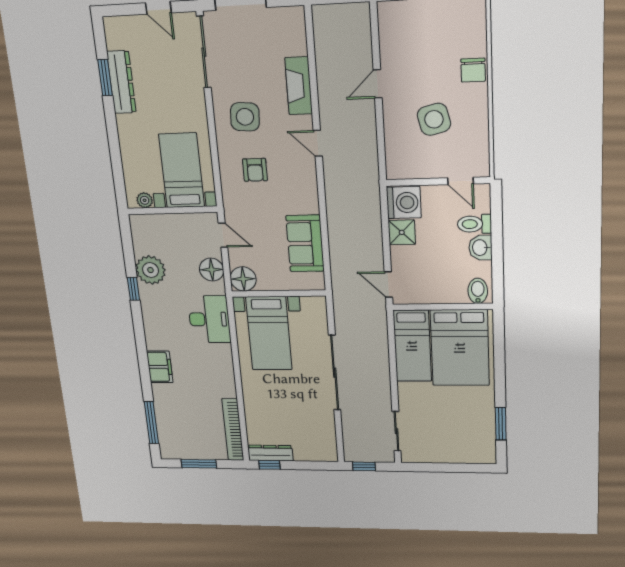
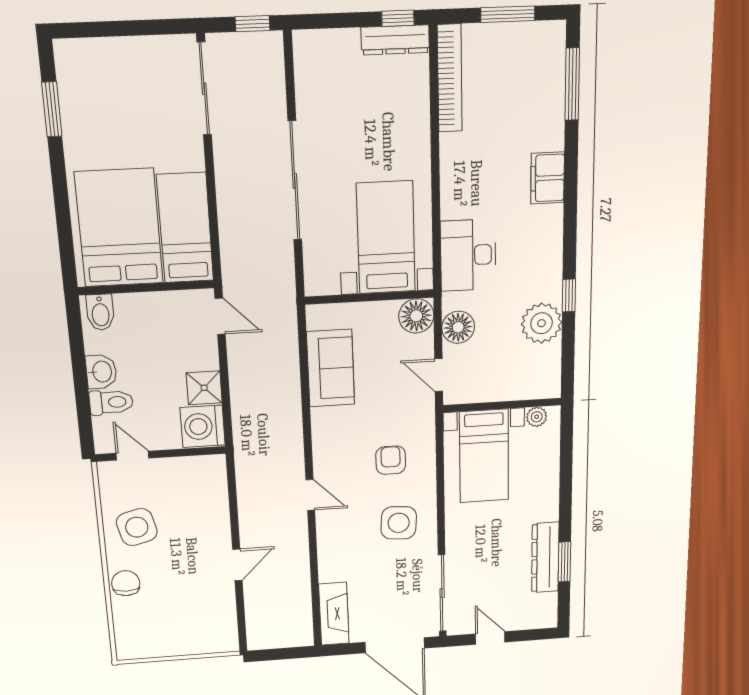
fireplace: (299, 86) -> (334, 614), moved
side table: (434, 119) -> (137, 527), moved
sliding door: (396, 431) -> (204, 89), width x1.37

